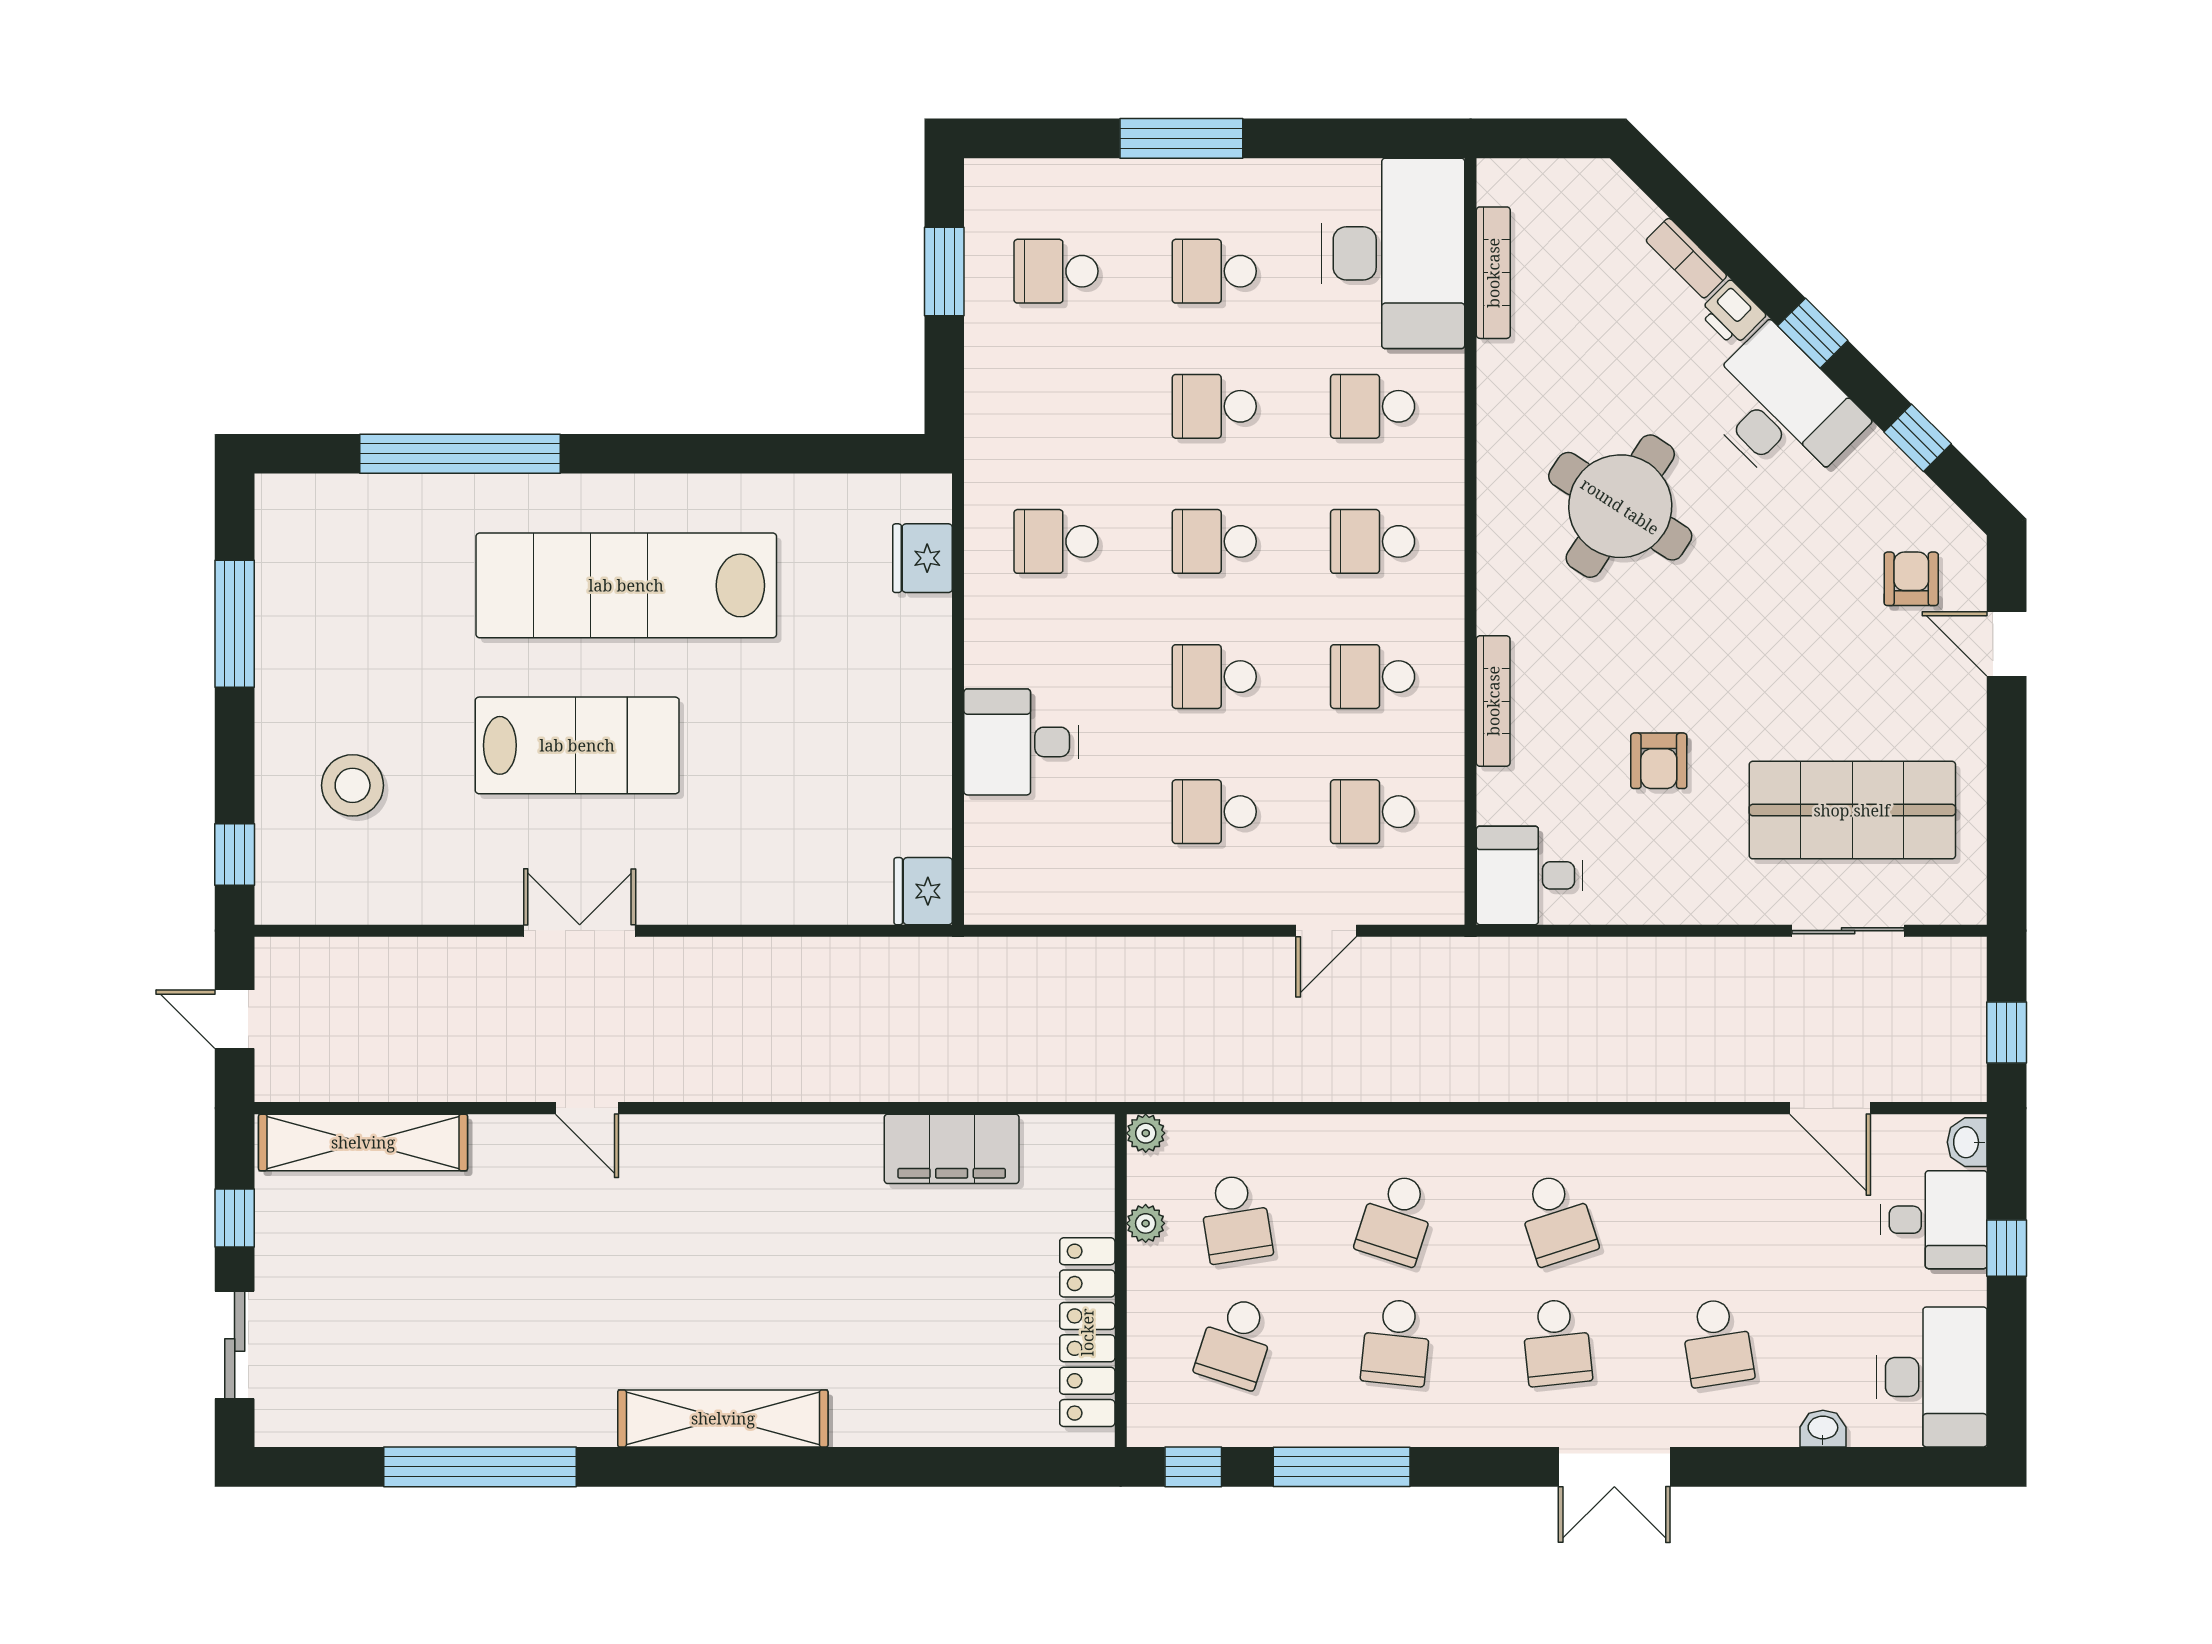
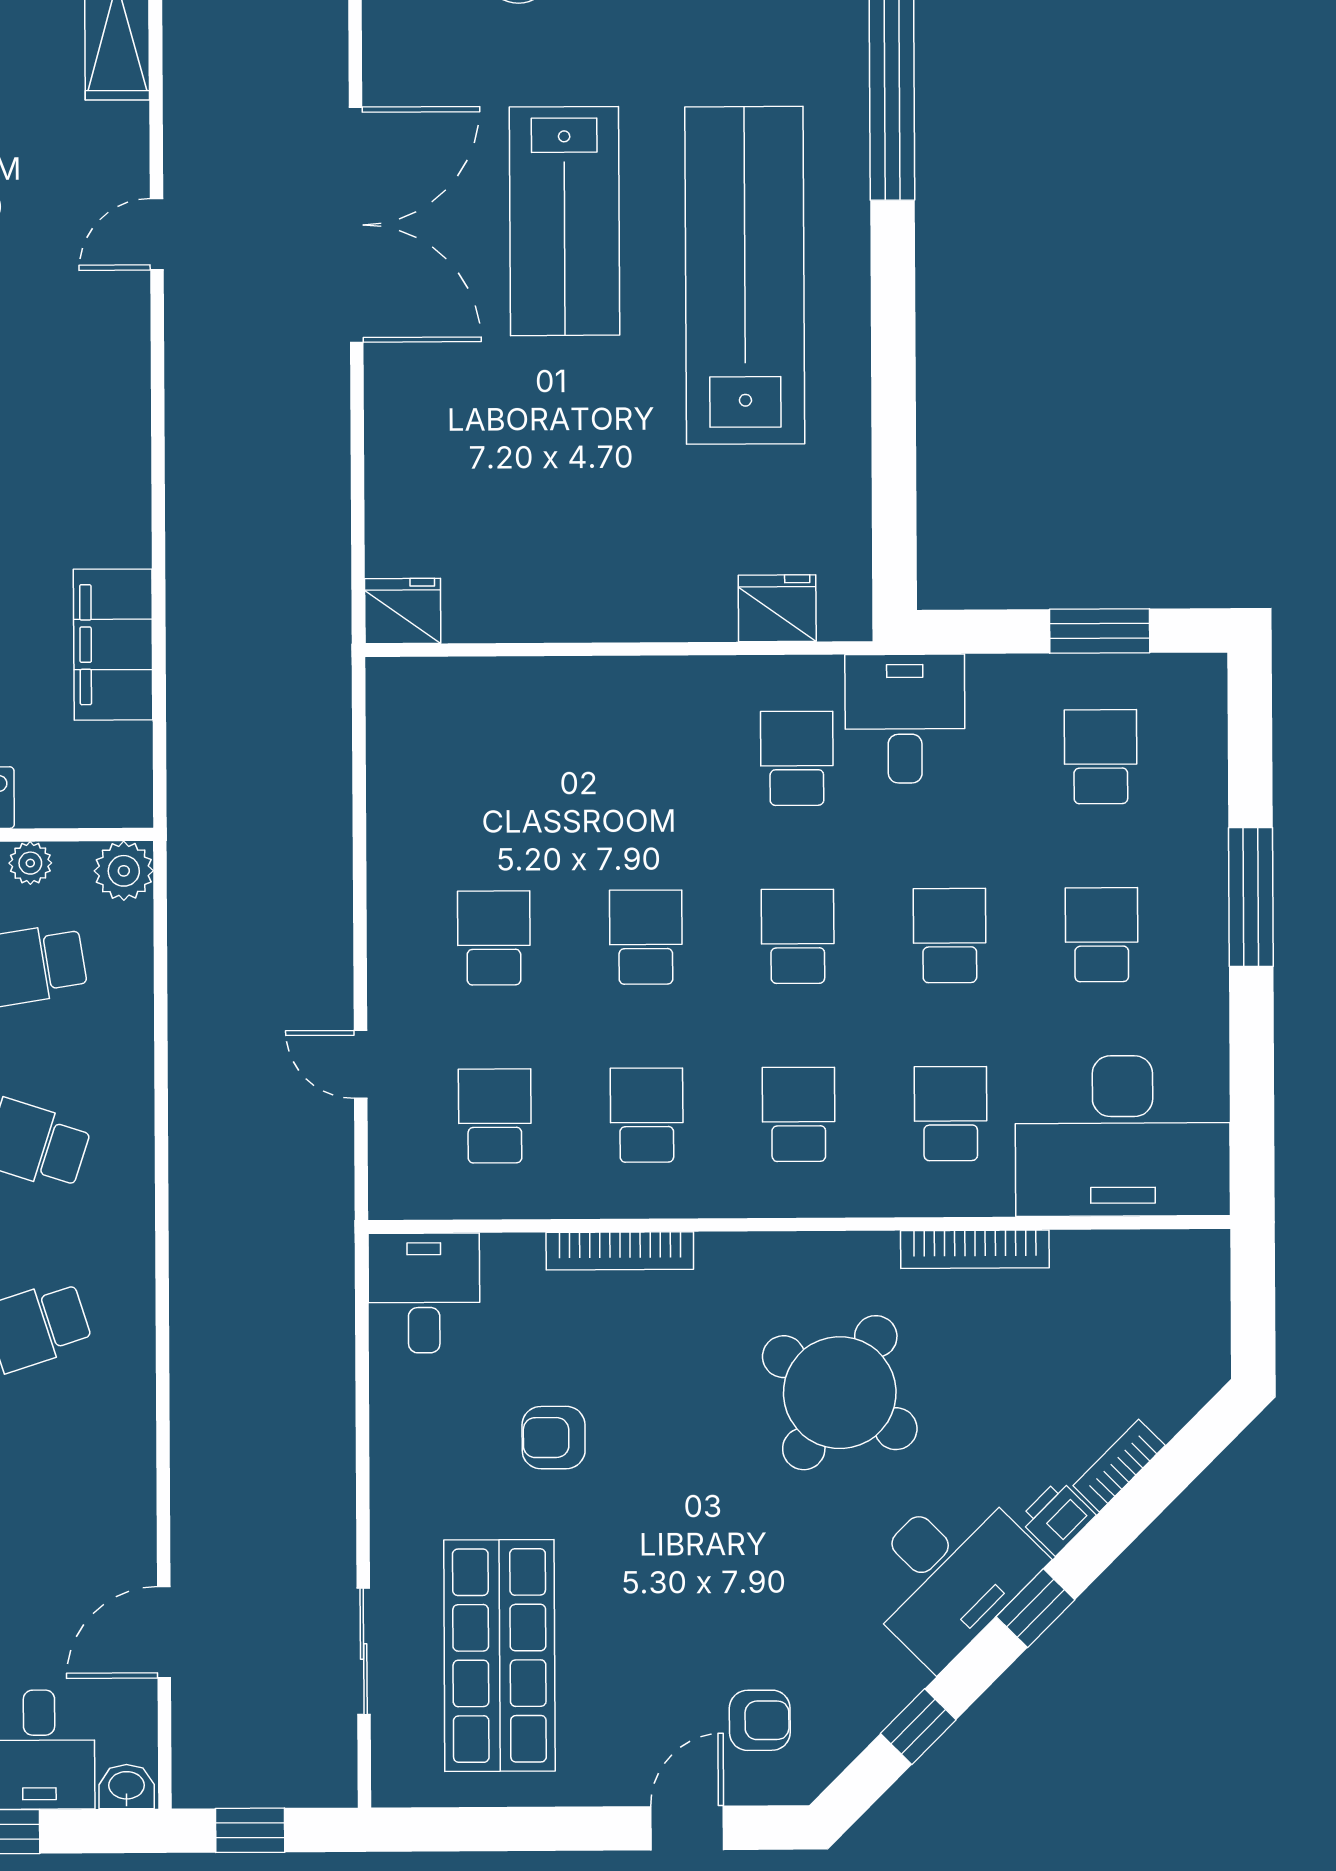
bookcase: (1493, 273) -> (975, 1249), moved
desk: (1021, 742) -> (905, 719), moved
double door: (580, 931) -> (356, 225), width x1.87
plant: (1146, 1133) -> (124, 871), width x1.38, depth x1.38

